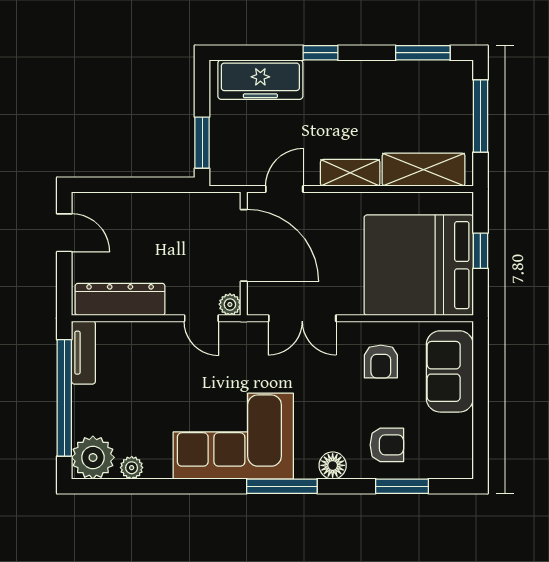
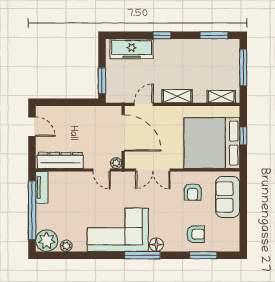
shelving: (424, 170) -> (221, 97), width x0.67, depth x0.75
floor lamp: (333, 465) -> (156, 245), moved

